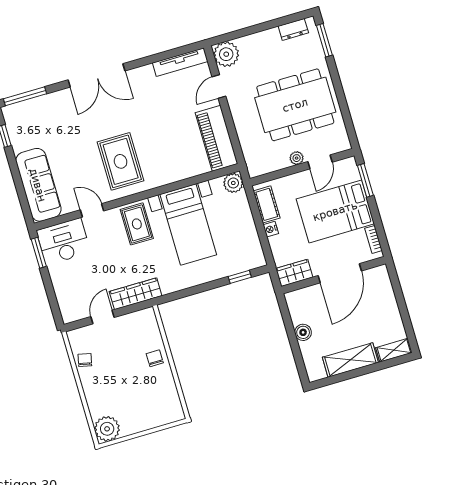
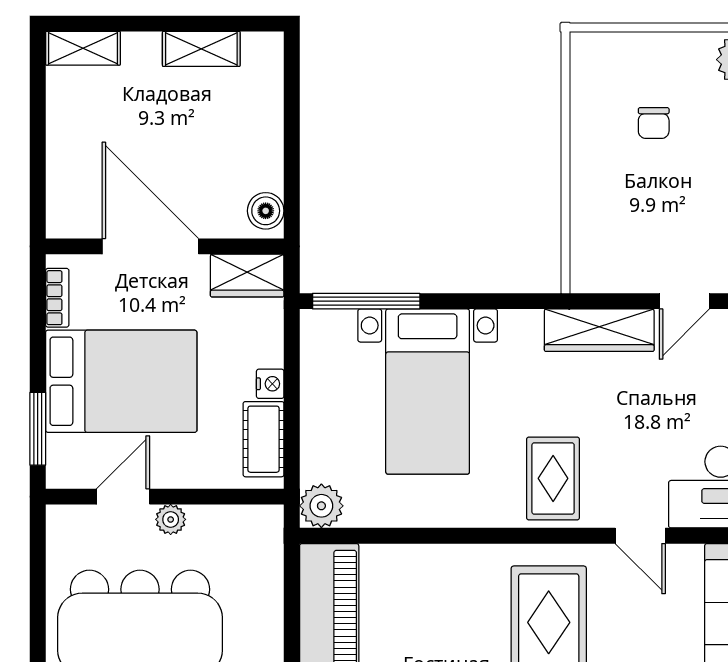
bed with nightstands: (188, 224) -> (428, 392), moved, turned 180
door: (340, 273) -> (150, 246), hinge flipped
window: (240, 277) -> (366, 301), width x2.17
boiler: (303, 332) -> (266, 211), moved
chair: (155, 358) -> (654, 123), moved
shelving: (350, 360) -> (201, 49), width x0.67, depth x0.75

